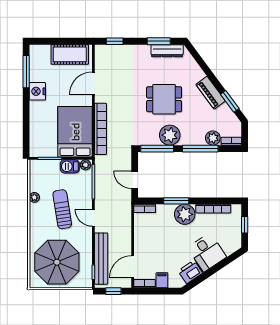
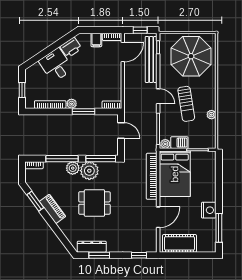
plant: (213, 138) -> (73, 168), moved
plant: (185, 214) -> (72, 104), width x0.53, depth x0.53

